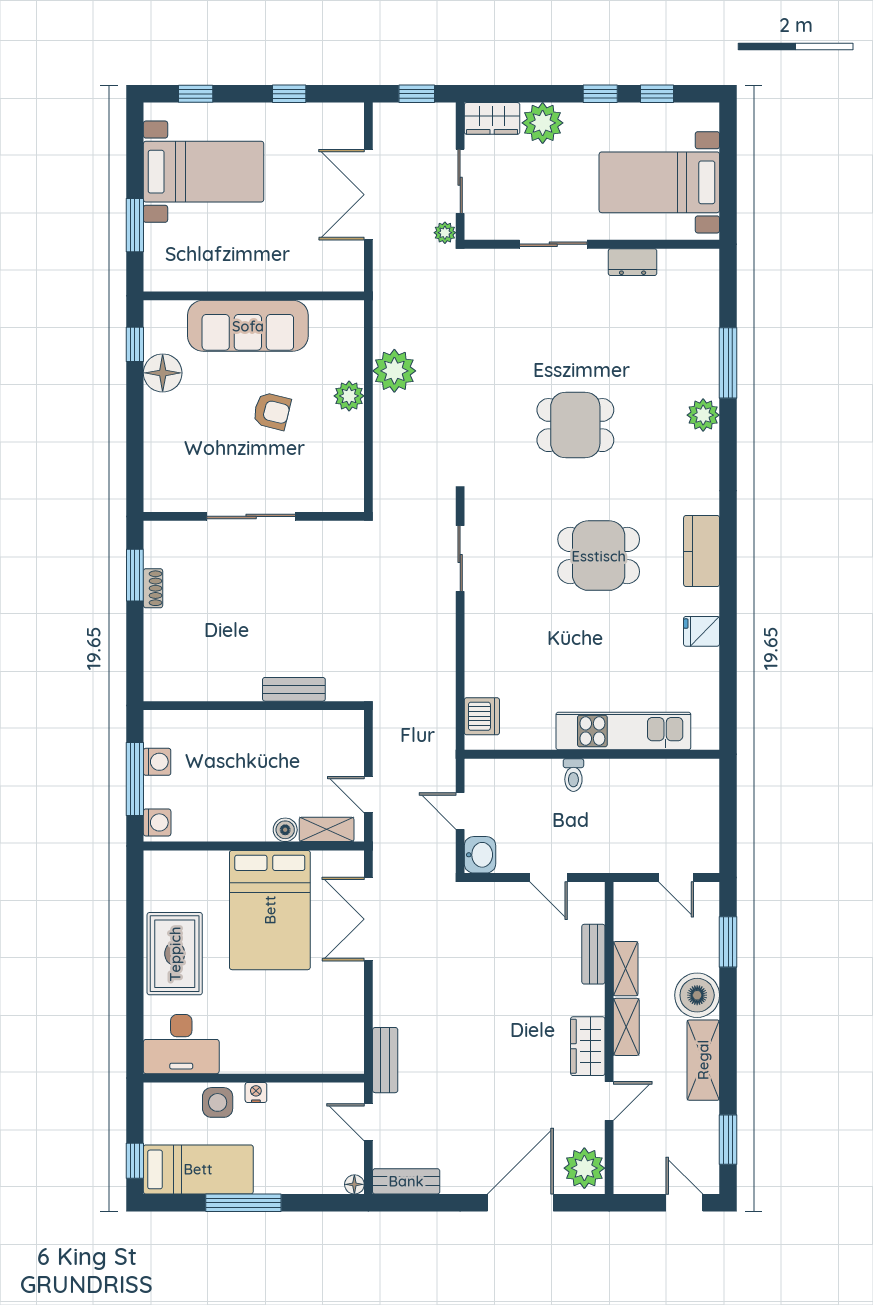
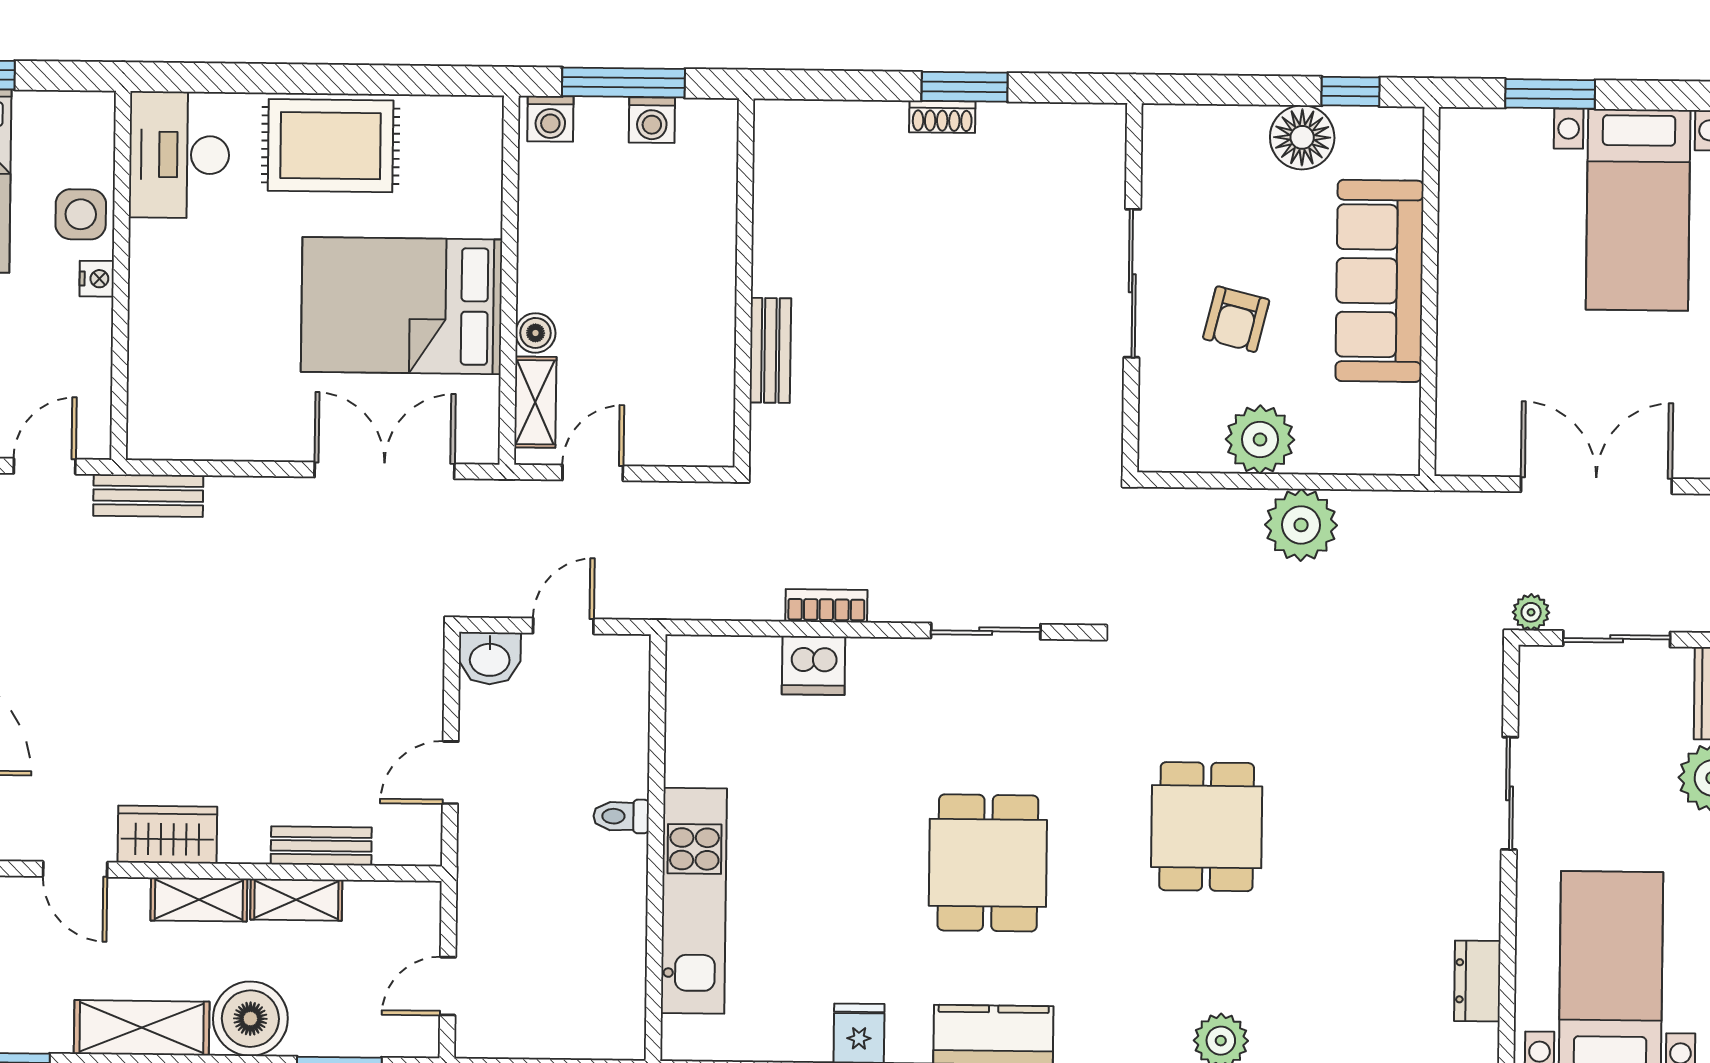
dresser: (633, 262) -> (1477, 981), moved
plant: (349, 396) -> (1260, 439), width x1.36, depth x1.36
sliding door: (251, 516) -> (1132, 283), moved
wall: (254, 516) -> (1132, 288), moved
bookcase: (446, 654) -> (826, 606), added
dishwasher: (482, 716) -> (813, 665), moved

